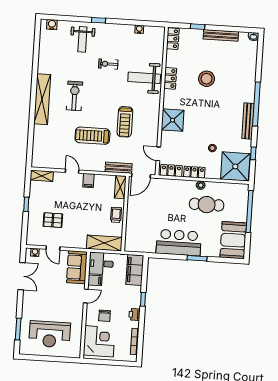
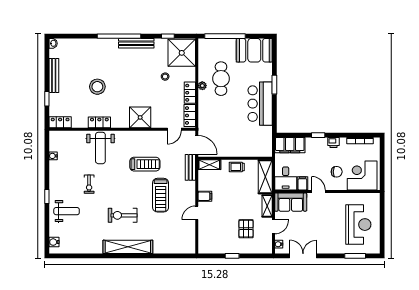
shelving: (42, 176) -> (267, 206), moved

